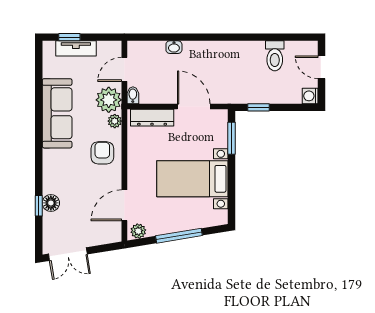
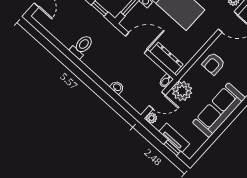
toilet: (275, 56) -> (82, 46), moved
door: (194, 106) -> (137, 43), swing flipped
plant: (115, 121) -> (151, 118), moved

